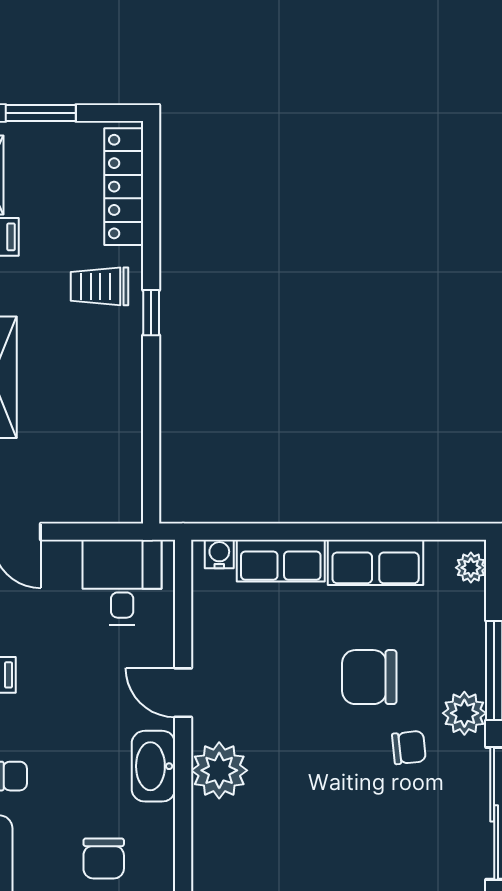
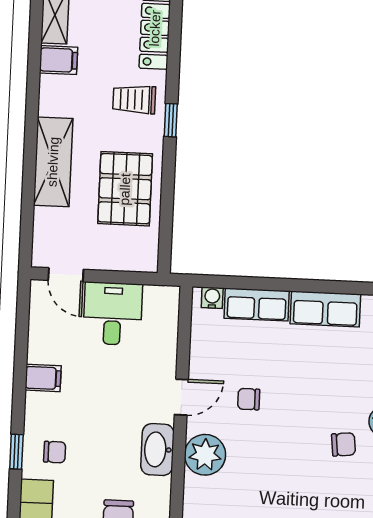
pallet: (93, 410) -> (125, 189), added
desk: (122, 582) -> (113, 314), moved
chair: (369, 677) -> (249, 399), moved, width x0.54, depth x0.54
door: (183, 693) -> (181, 397), swing flipped

